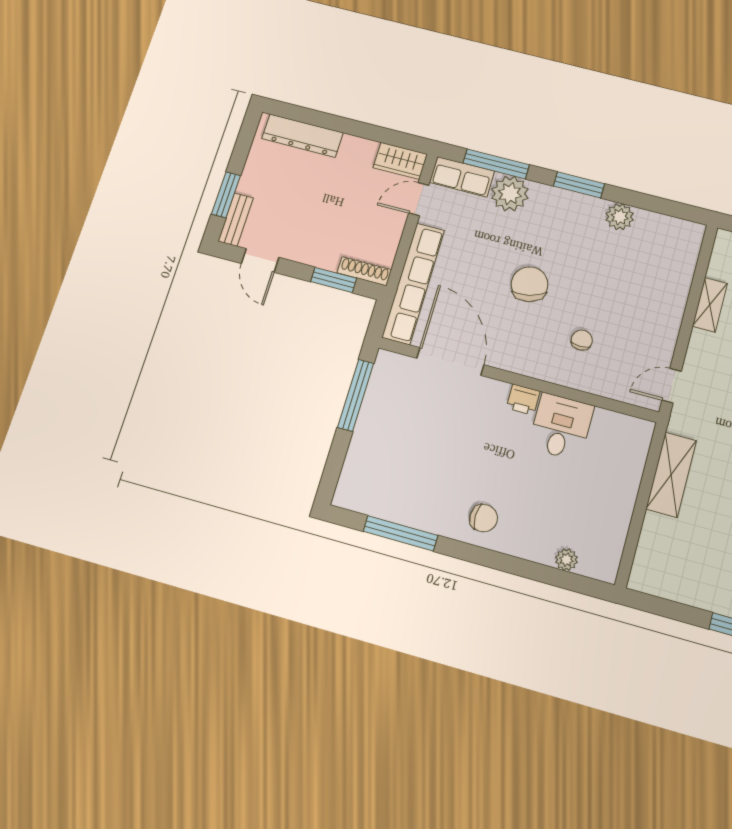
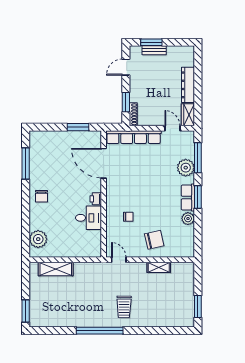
dresser: (303, 136) -> (188, 85), moved
row of seats: (462, 177) -> (188, 198), moved
bench: (236, 220) -> (154, 50), moved
chair: (529, 284) -> (154, 240), moved
door: (450, 361) -> (104, 163), swing flipped
window: (356, 395) -> (78, 127), width x0.69
shelving: (671, 475) -> (56, 269), moved
plant: (566, 560) -> (38, 239), width x1.88, depth x1.88

